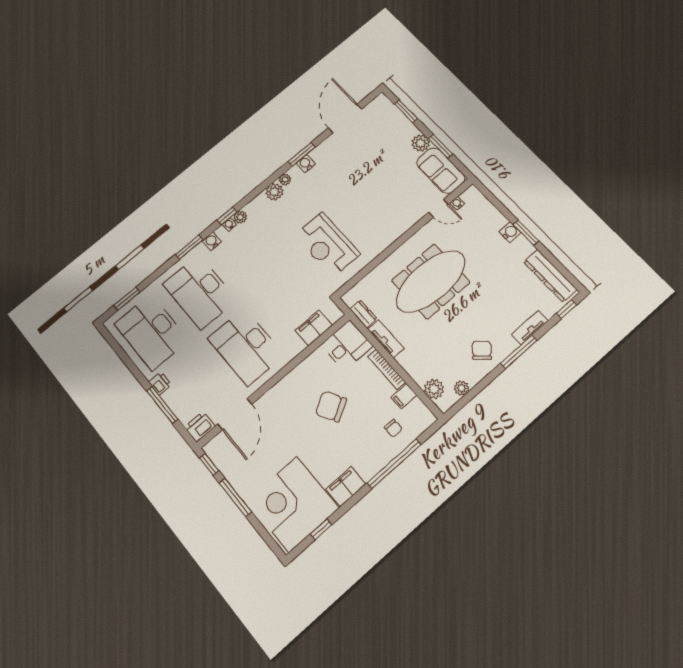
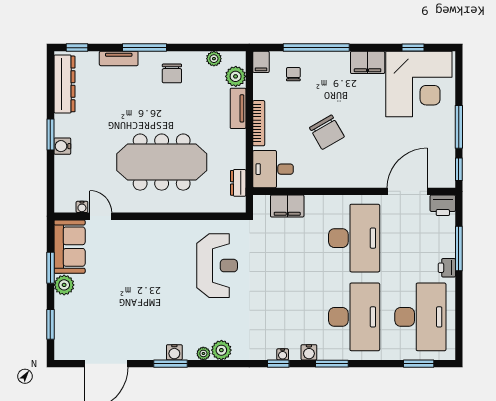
plant: (240, 217) -> (268, 353), removed
tv unit: (386, 339) -> (238, 108), moved
chair: (482, 350) -> (172, 73), turned -42
filing cabinet: (404, 396) -> (261, 62), moved, turned 90

